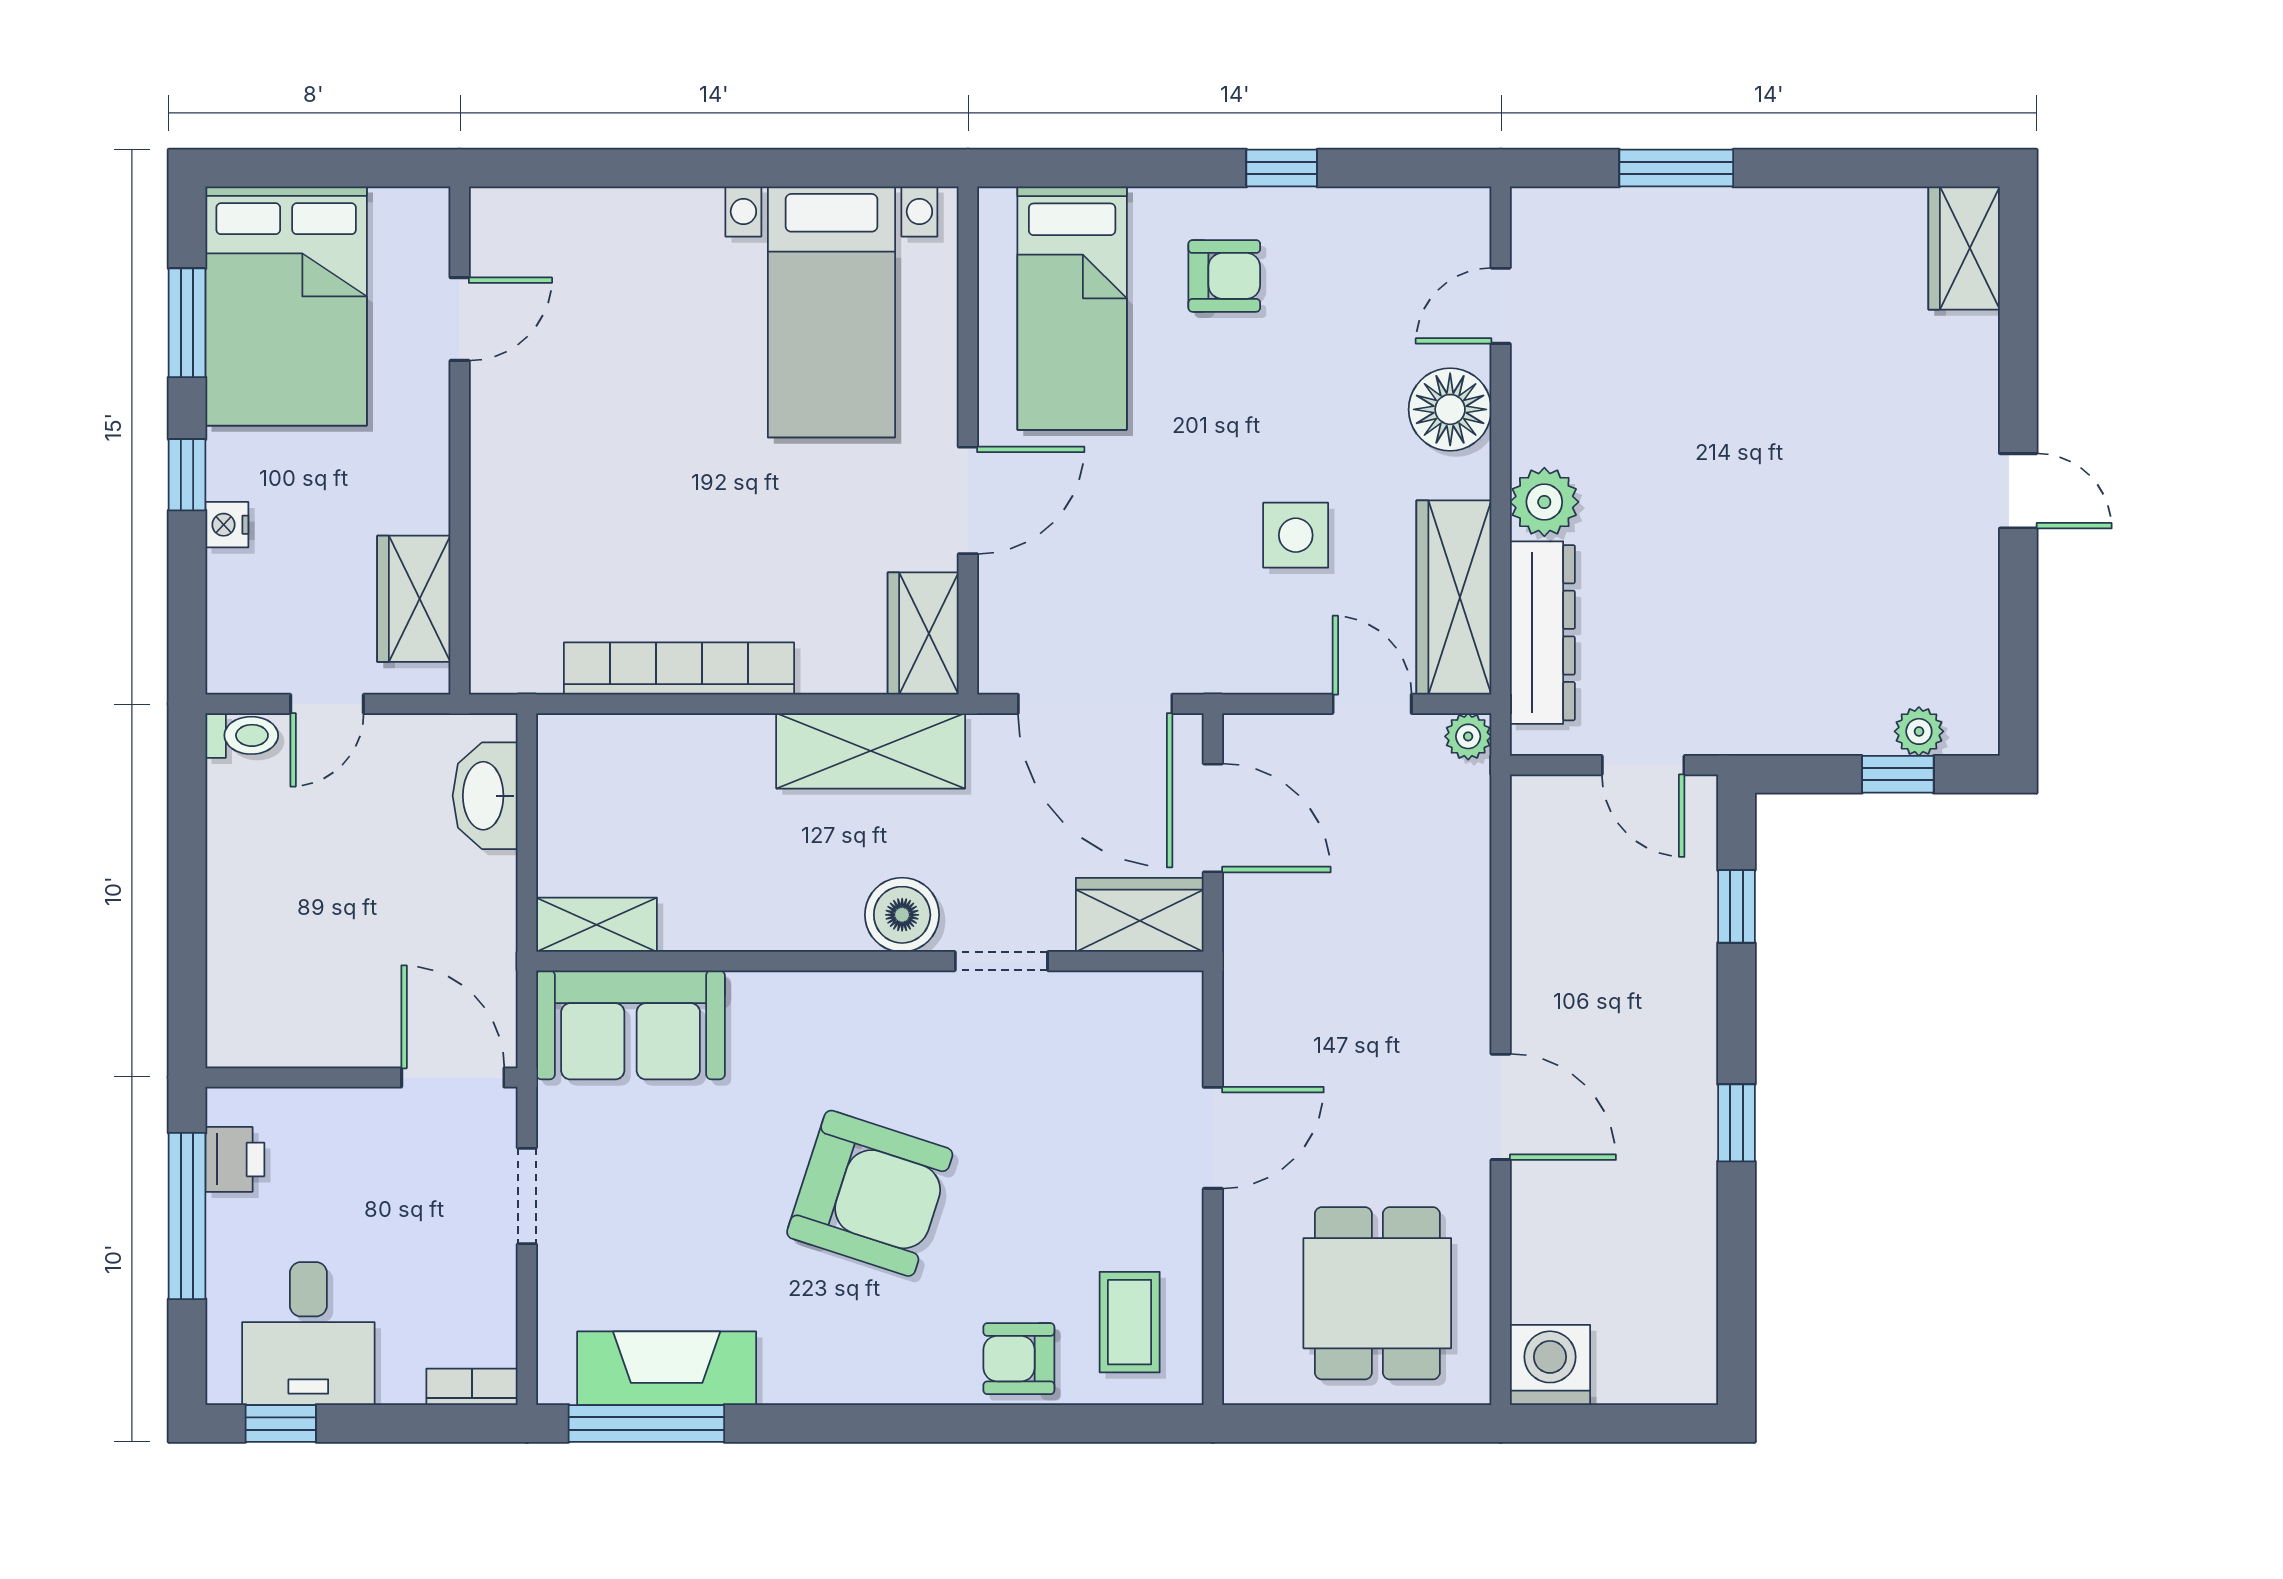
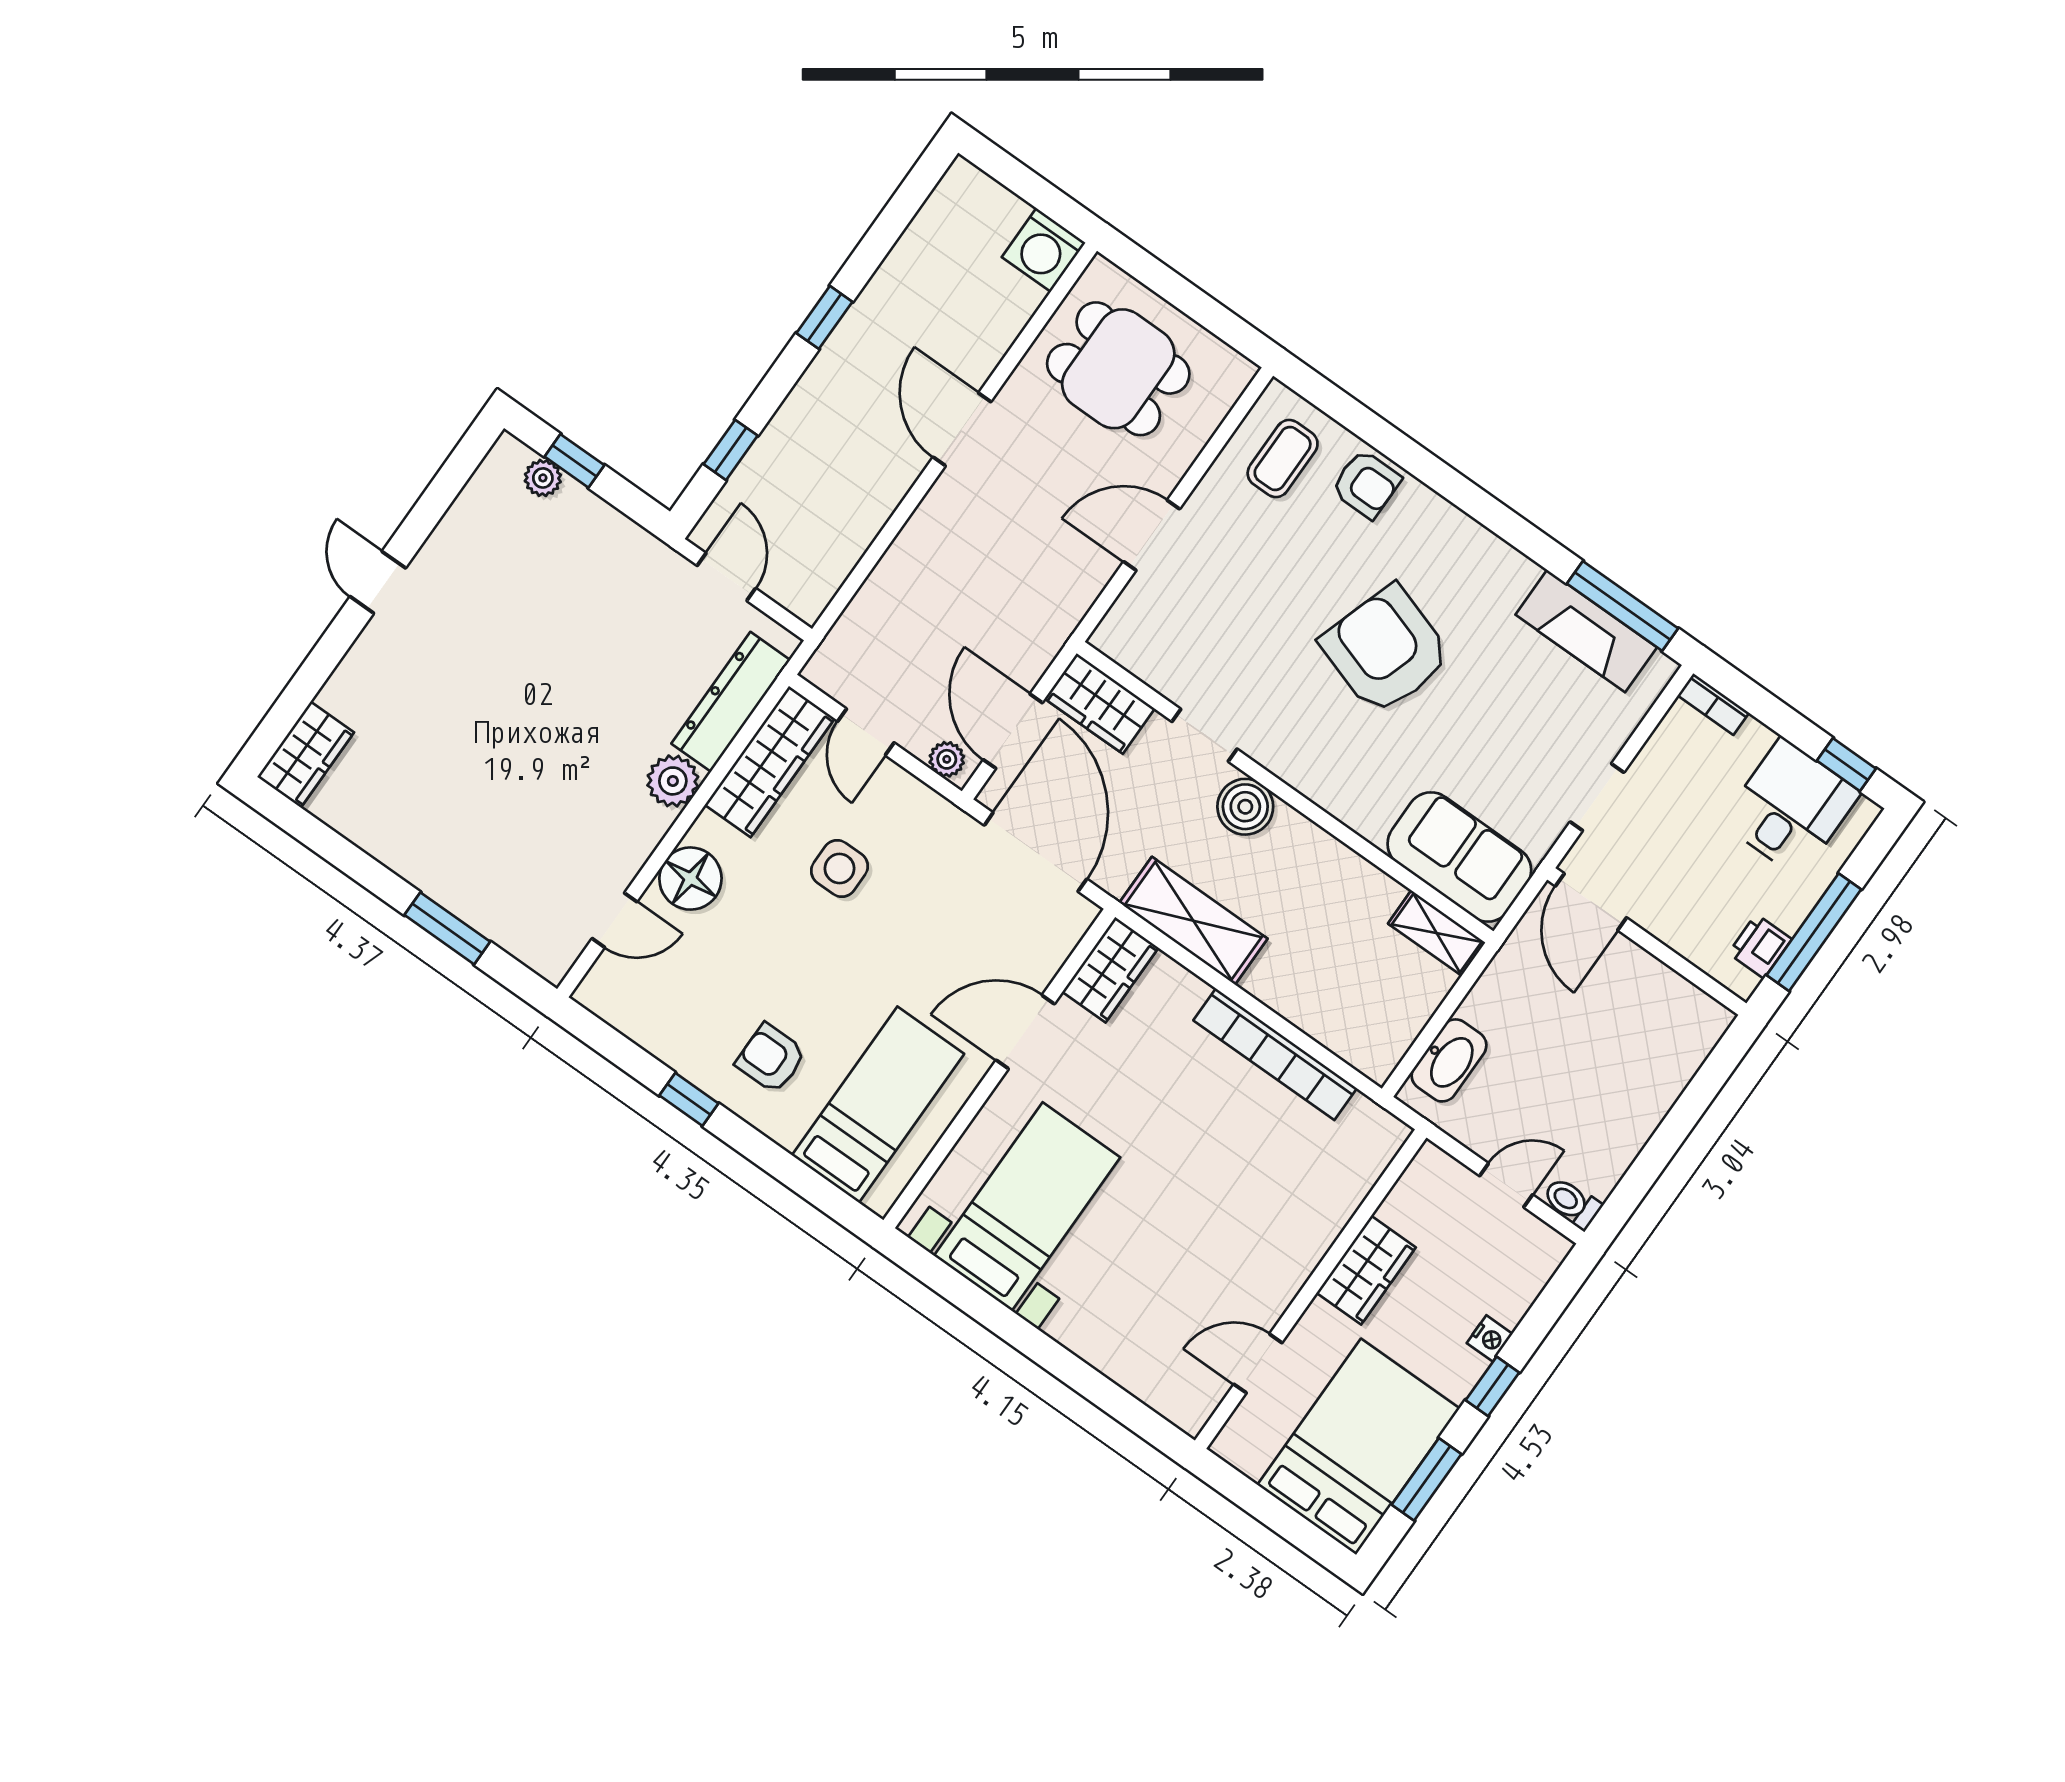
wardrobe: (414, 599) -> (1366, 1270), moved
plant: (1468, 736) -> (947, 759), moved
dining table: (1377, 1293) -> (1118, 369), turned 90

